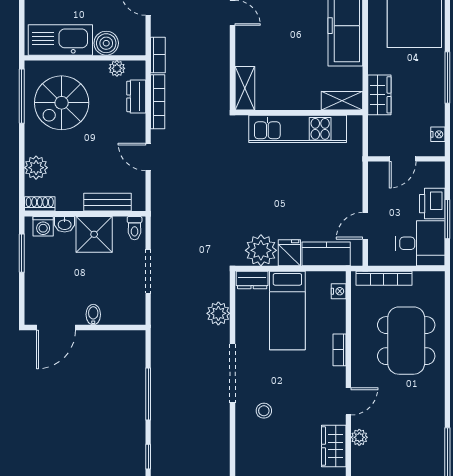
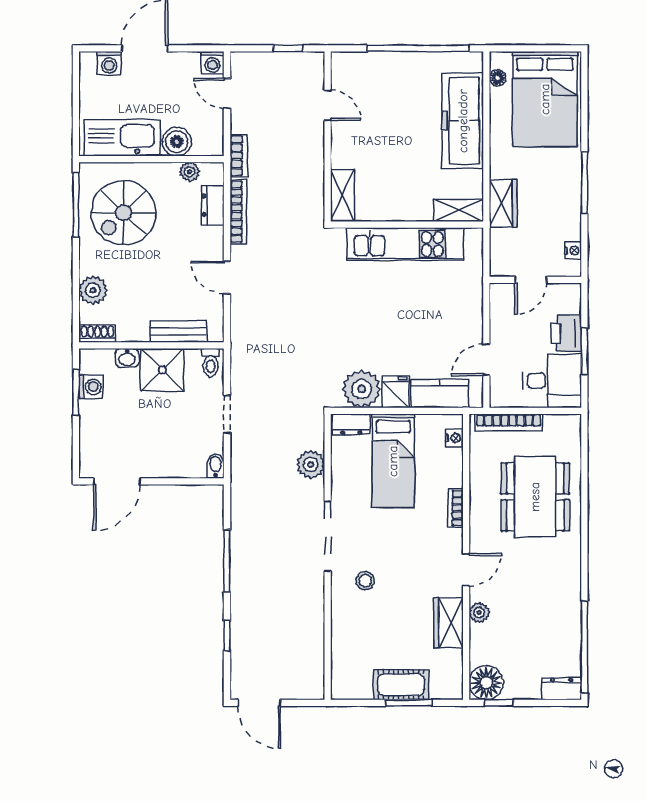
washing machine: (43, 226) -> (91, 387), moved, turned -90
doorway: (148, 271) -> (227, 414), width x0.73
bidet: (93, 315) -> (216, 466), moved

